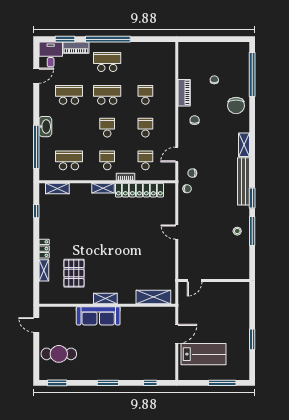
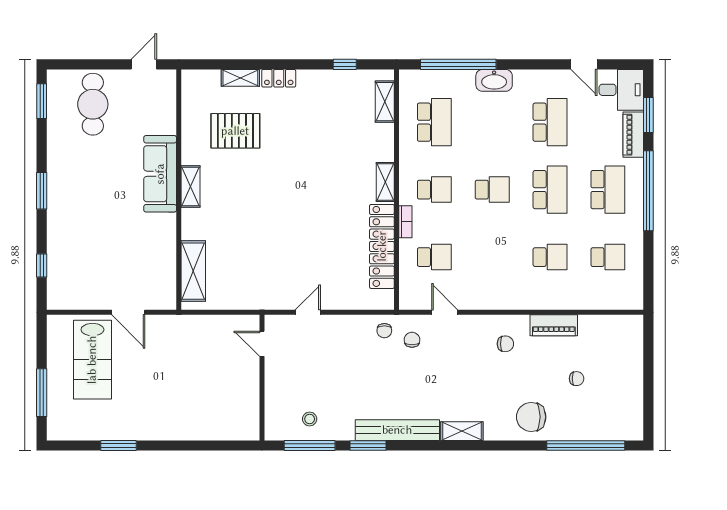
school desk: (145, 128) -> (608, 257), moved
door: (195, 281) -> (262, 344), moved
wall: (214, 281) -> (262, 378), moved

